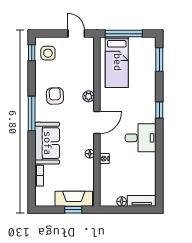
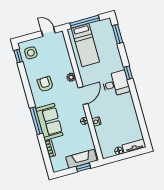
window: (32, 114) -> (36, 121), moved
desk: (141, 138) -> (116, 84), moved

